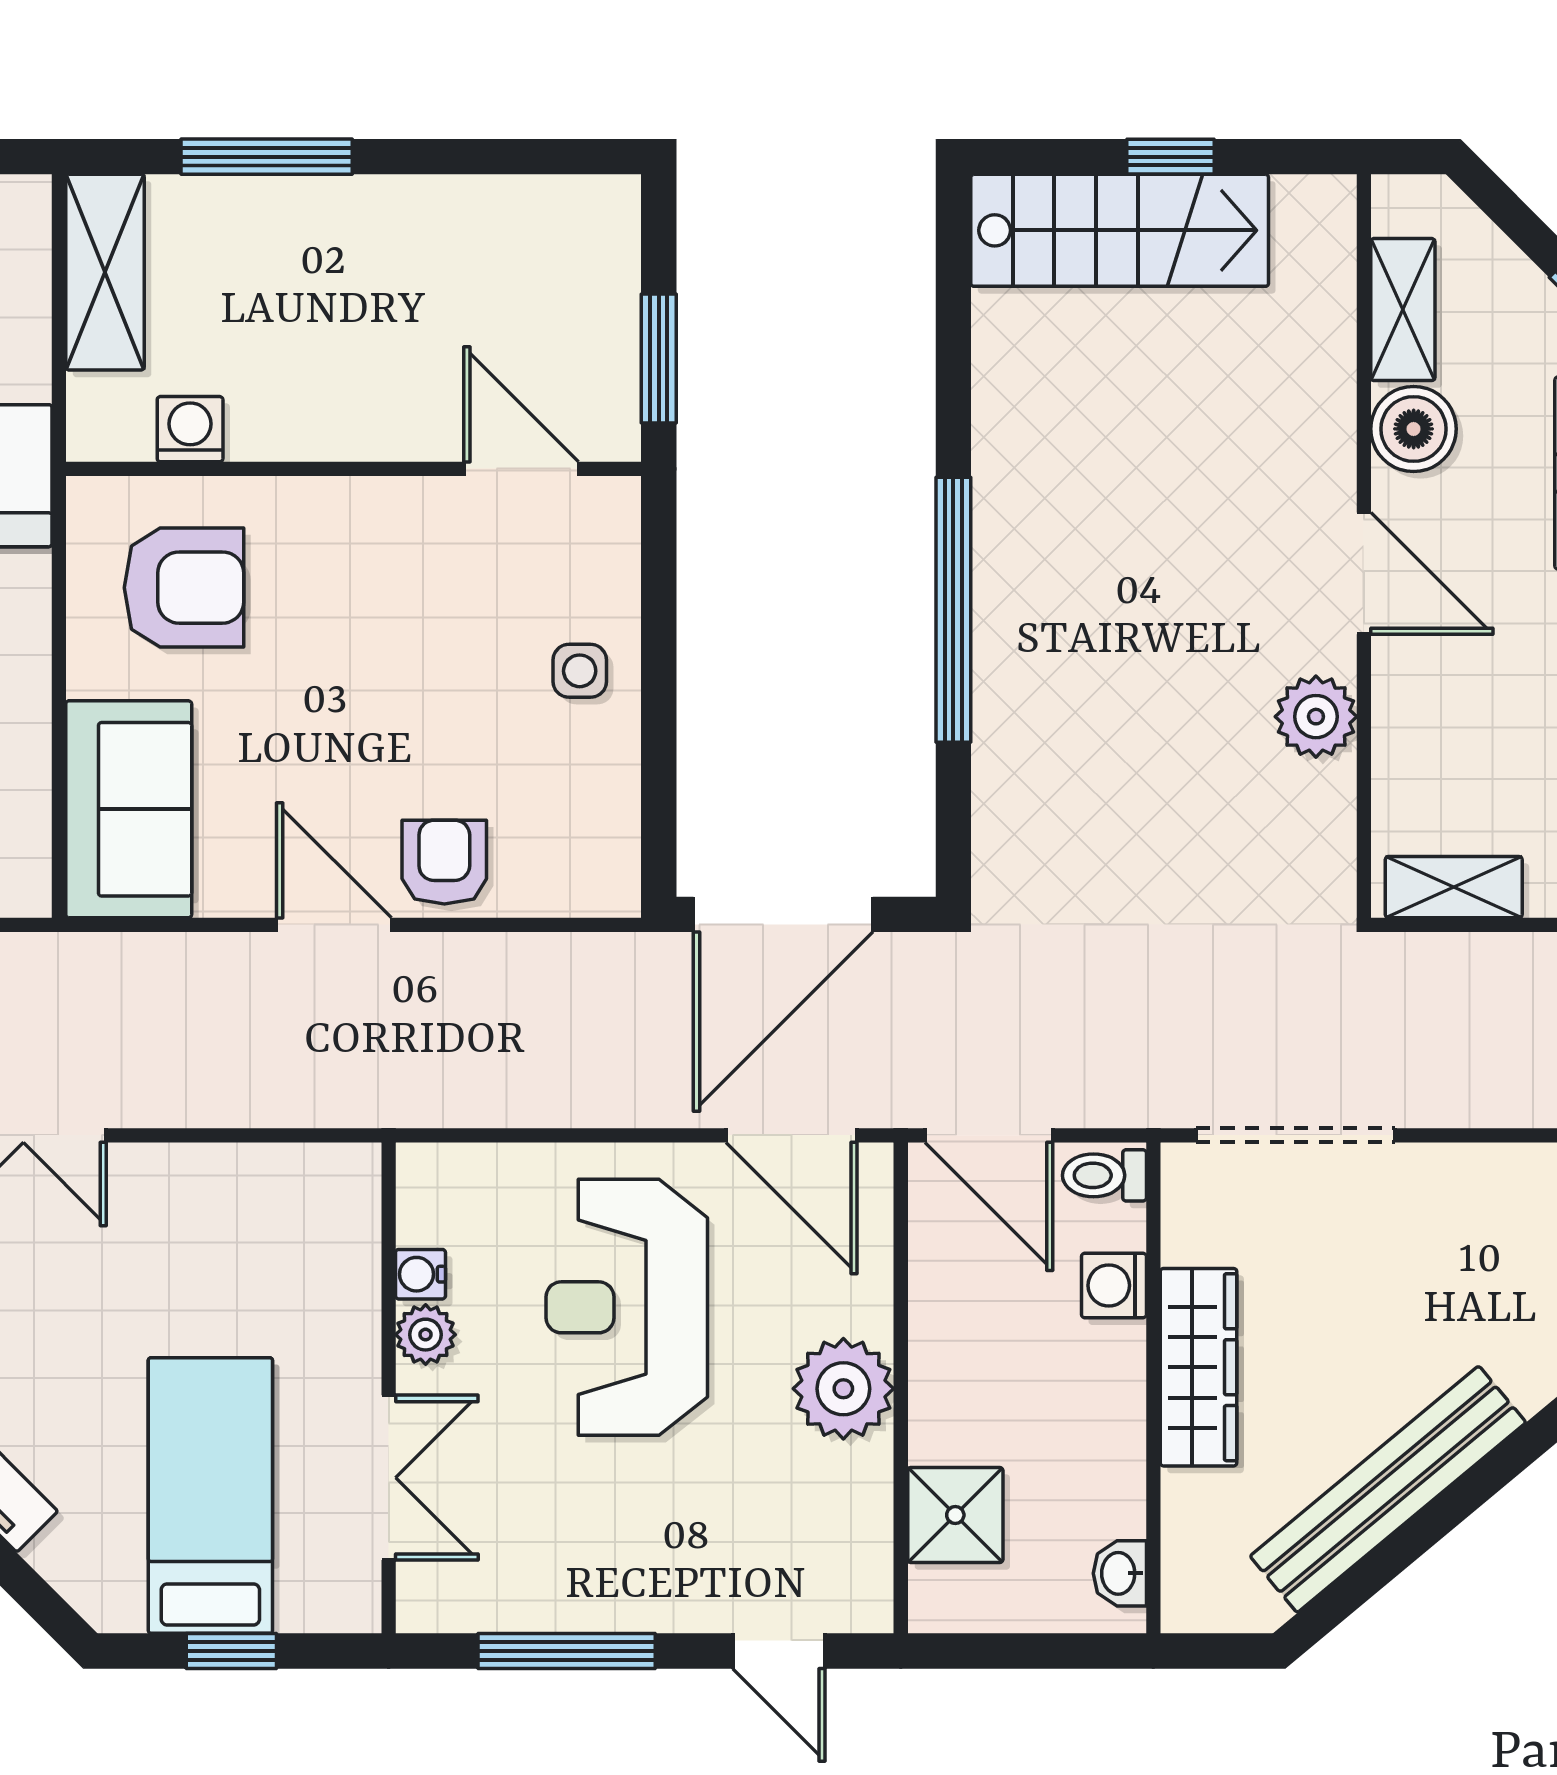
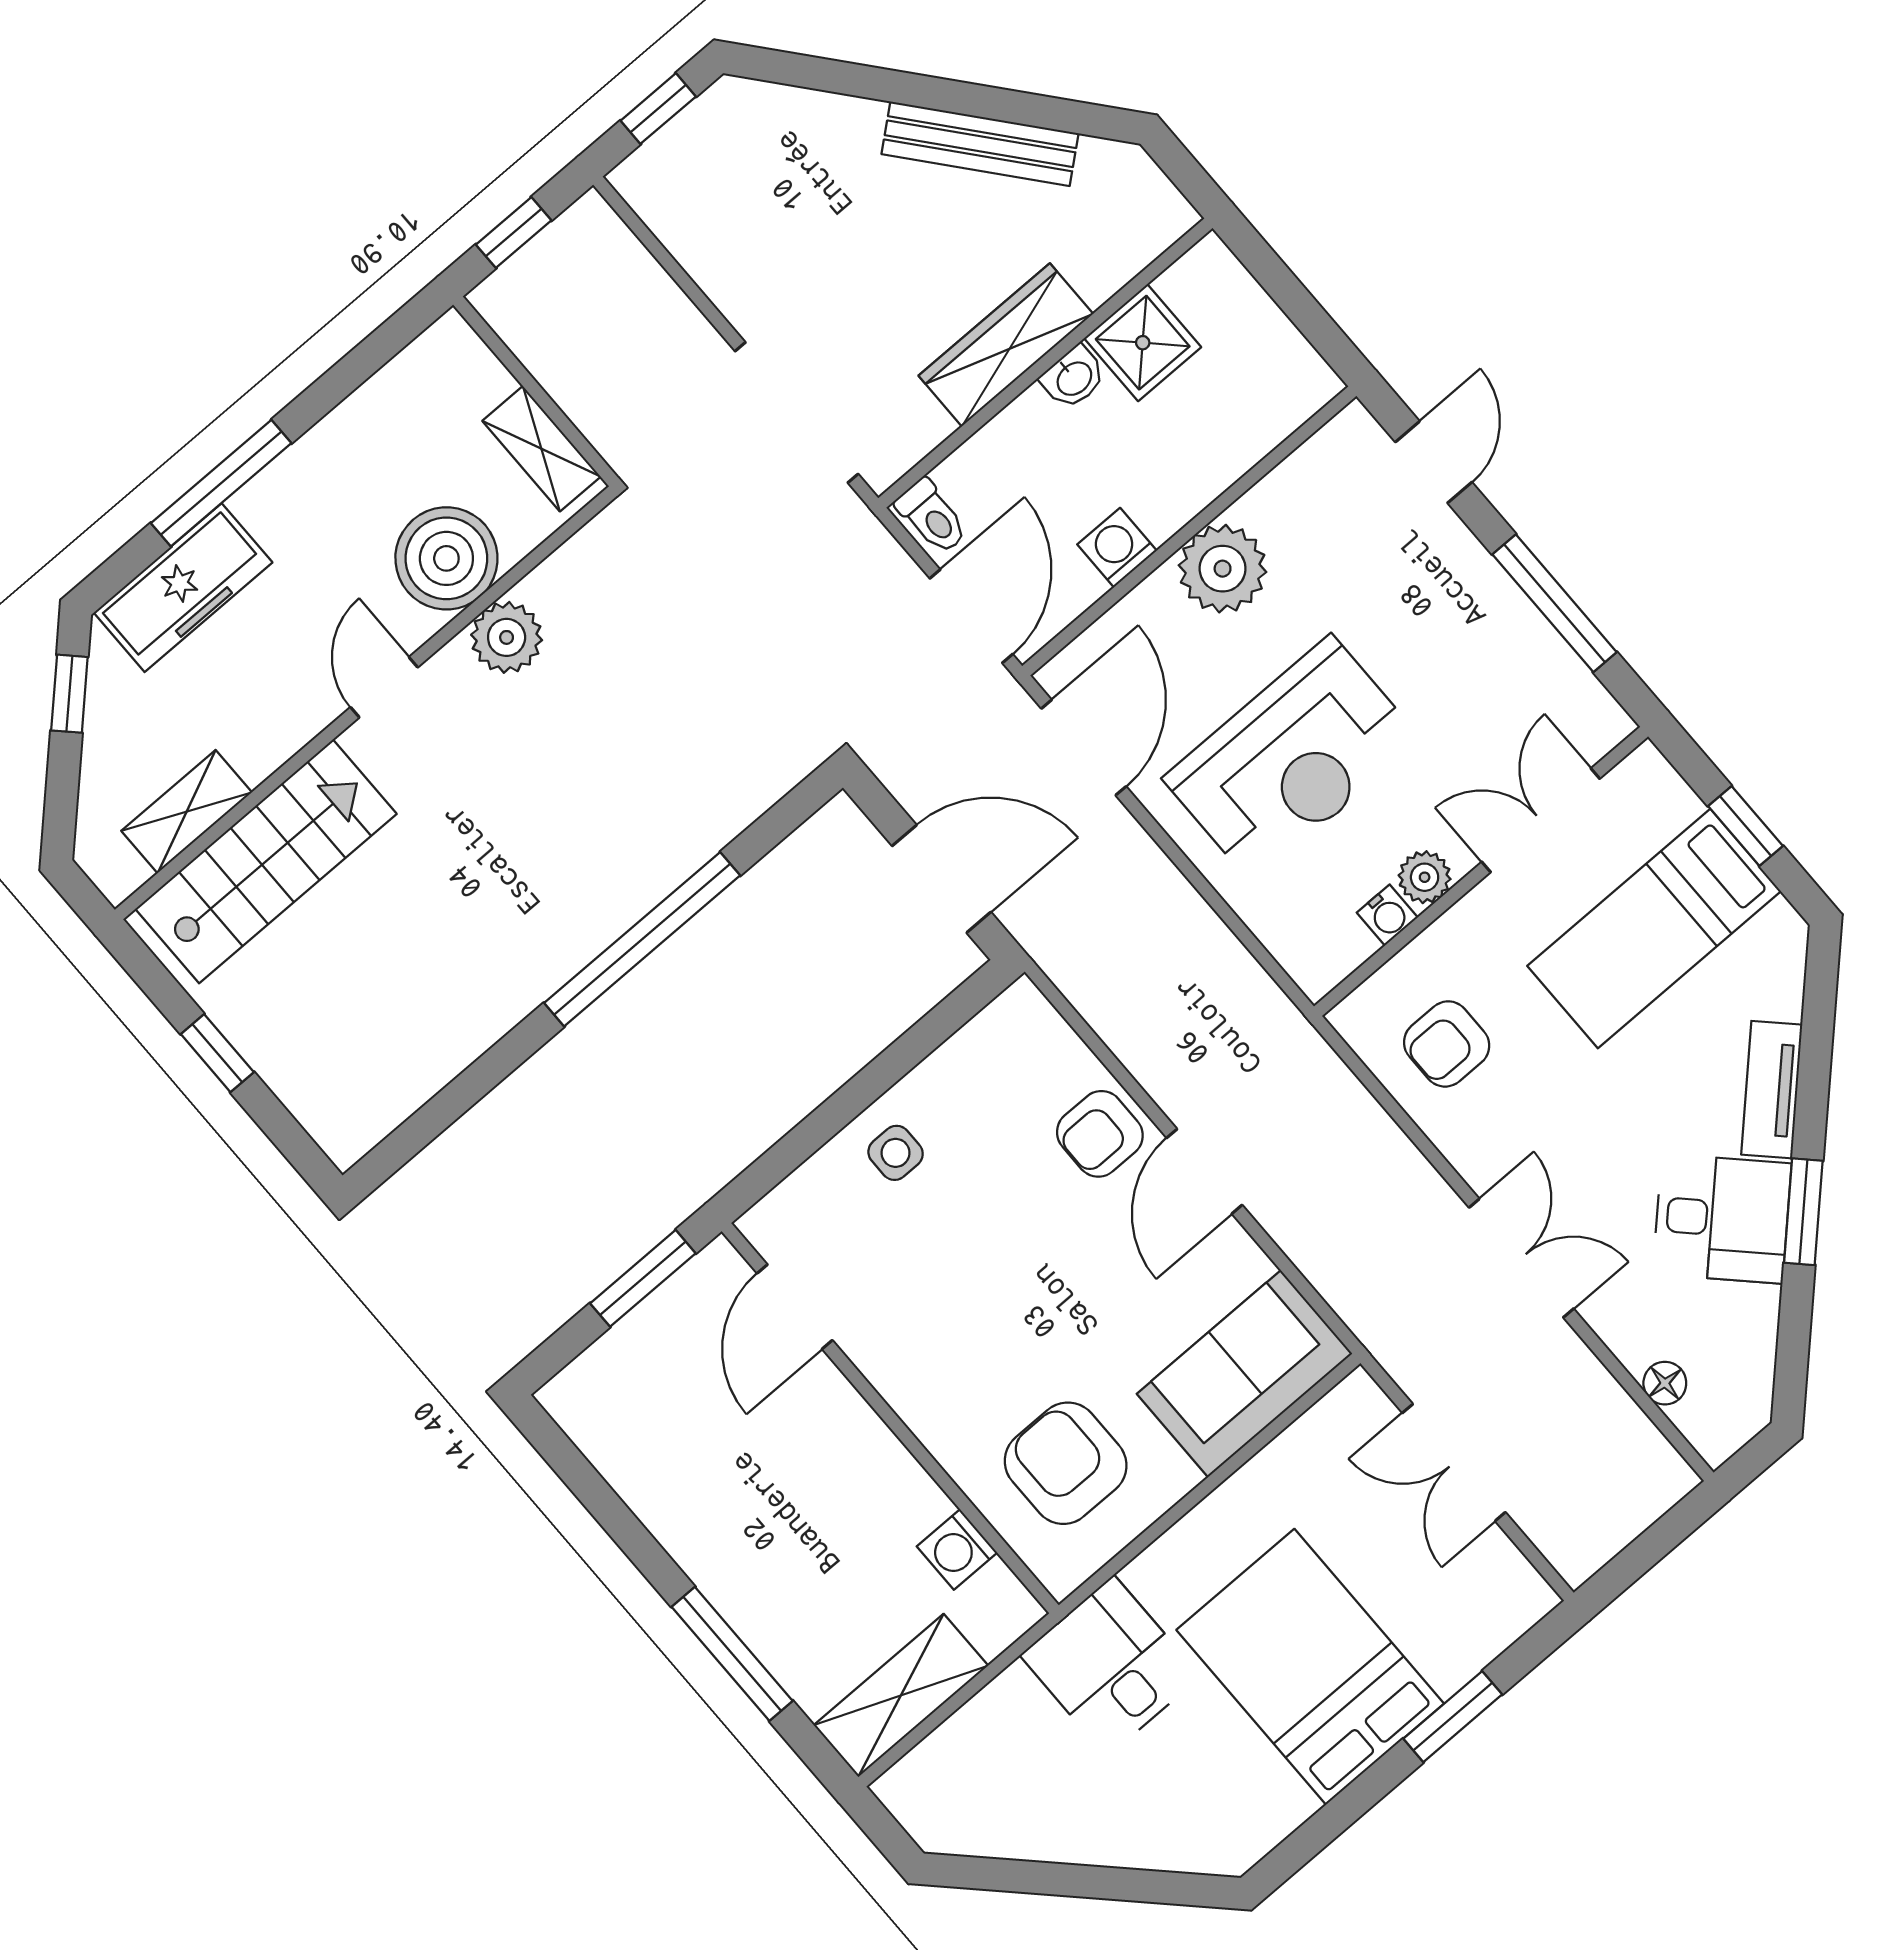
stairs: (1120, 230) -> (266, 861), moved, turned 90
boiler: (1414, 429) -> (446, 558), moved, width x1.37, depth x1.37
door: (1364, 573) -> (384, 687), width x0.73
door: (783, 914) -> (942, 879), width x0.73
armchair: (264, 1230) -> (1447, 1044), added
washing machine: (1114, 1285) -> (1117, 548), moved, turned 180
bench: (1388, 1489) -> (980, 144), width x0.73, depth x0.82
shower: (955, 1515) -> (1143, 343), moved
washbasin: (1120, 1573) -> (1074, 378), moved

